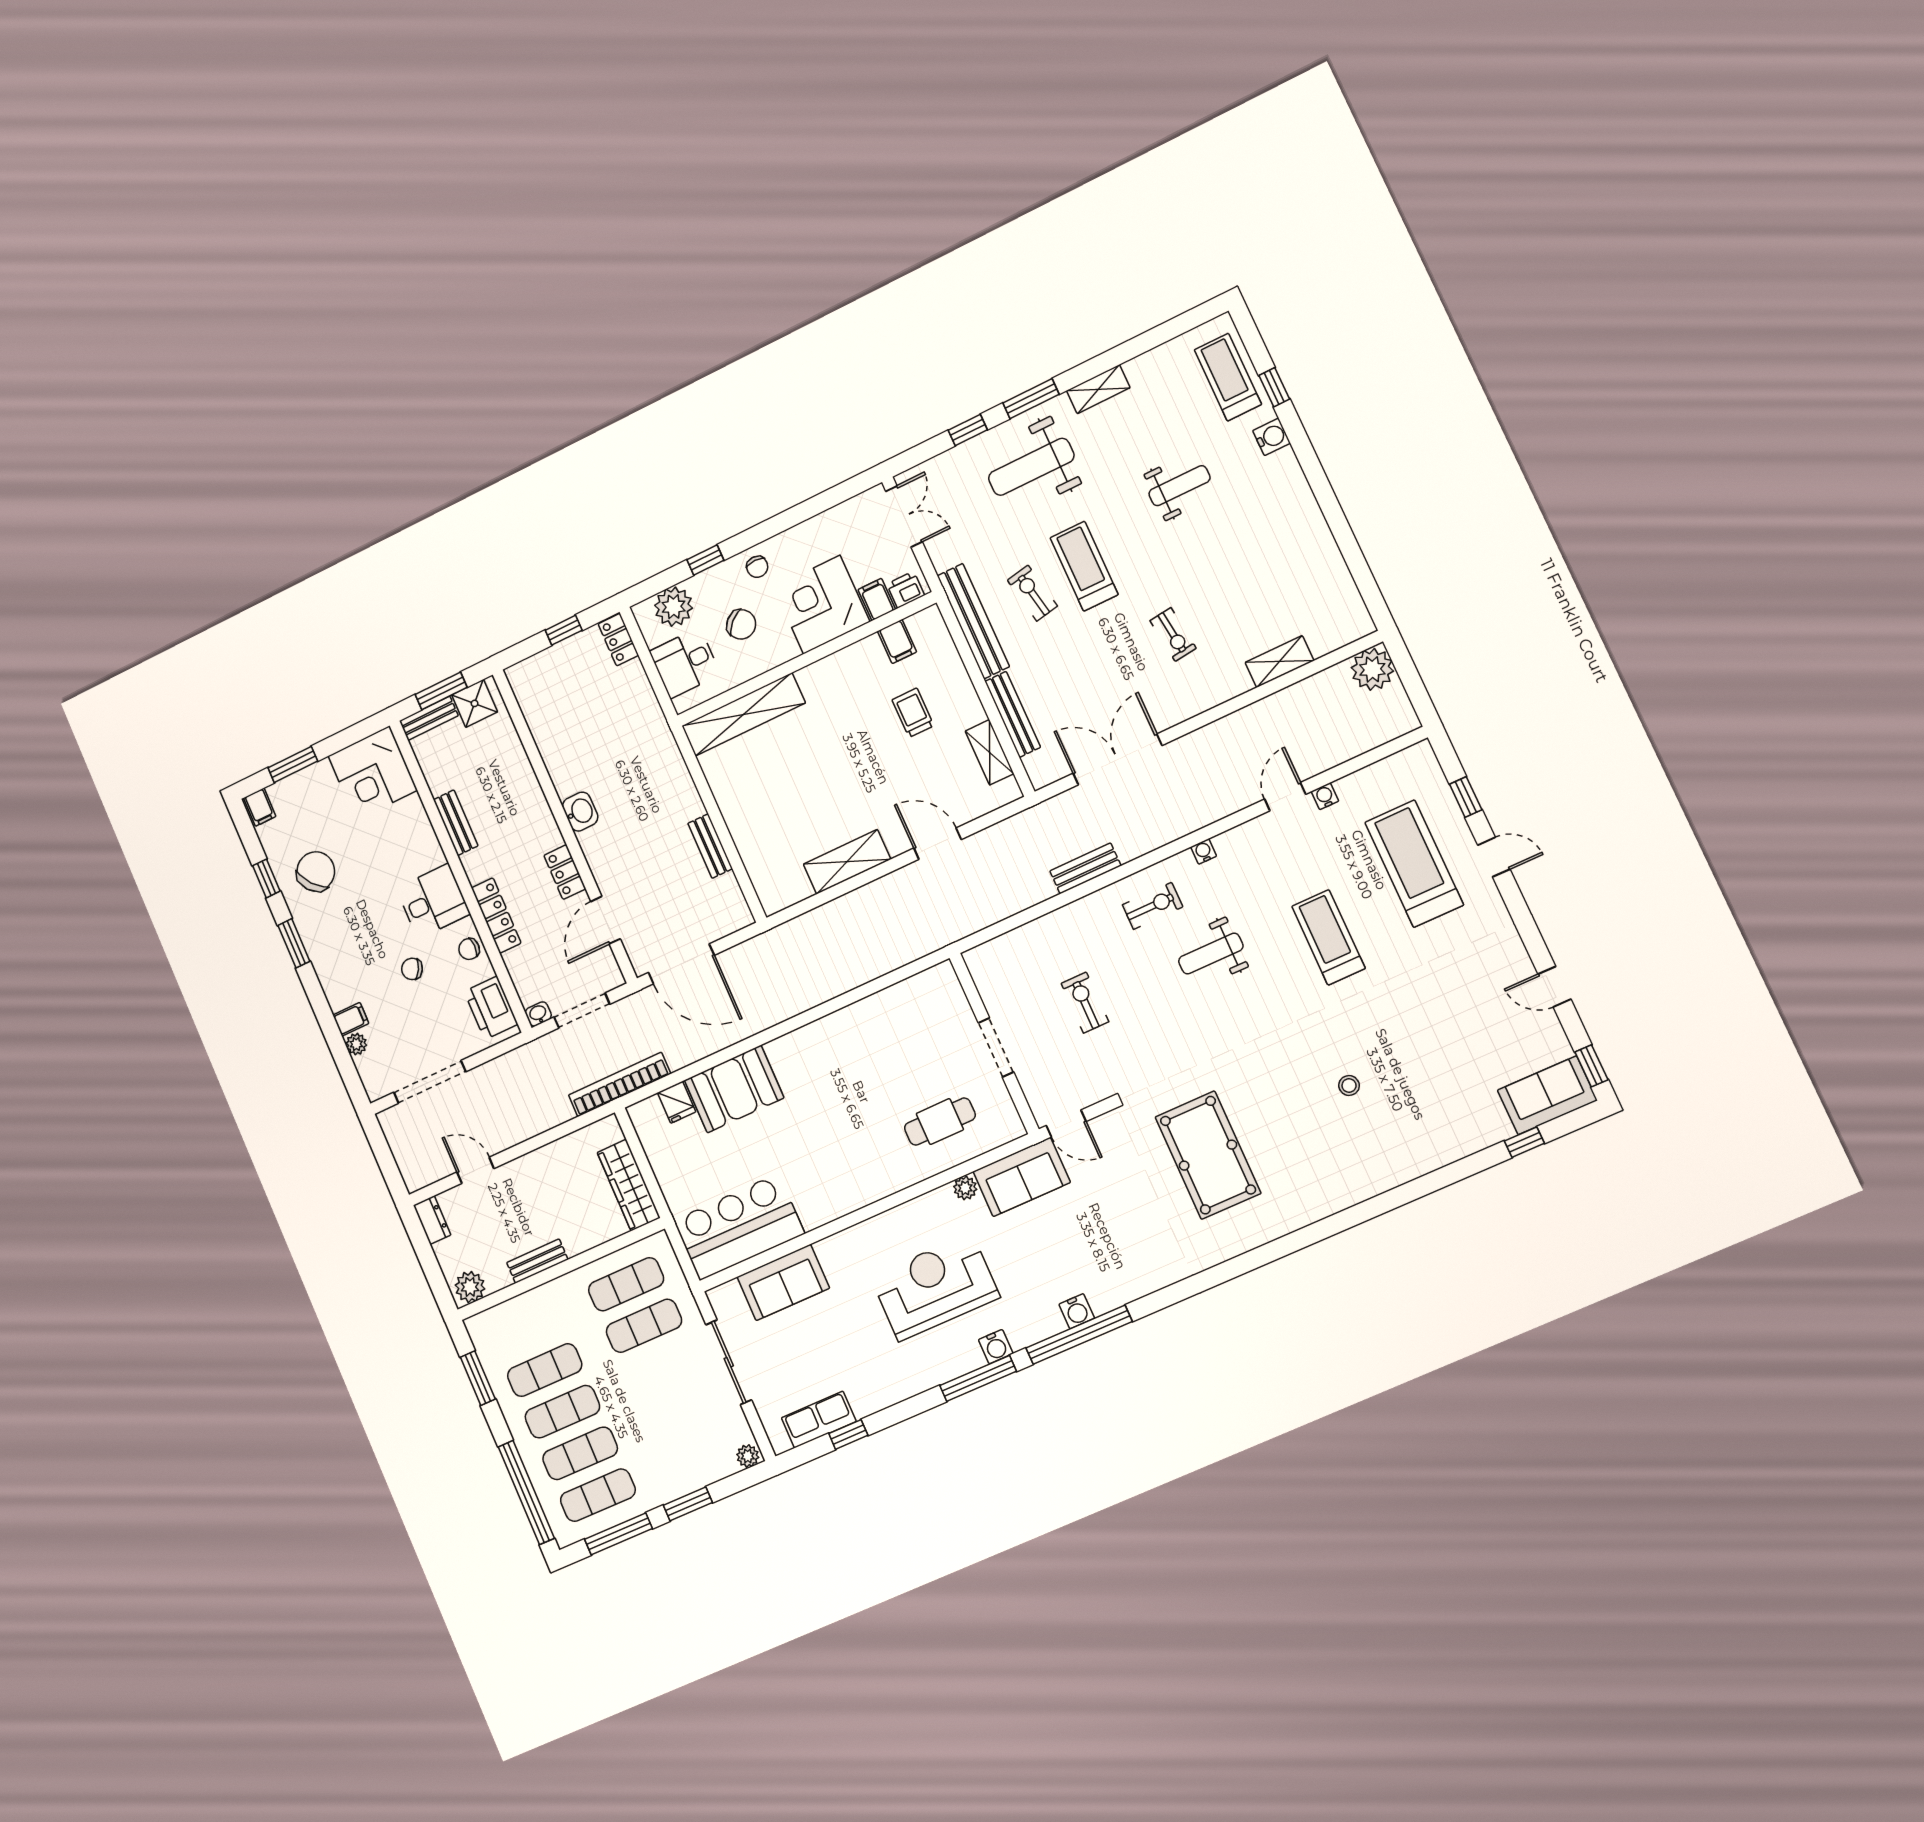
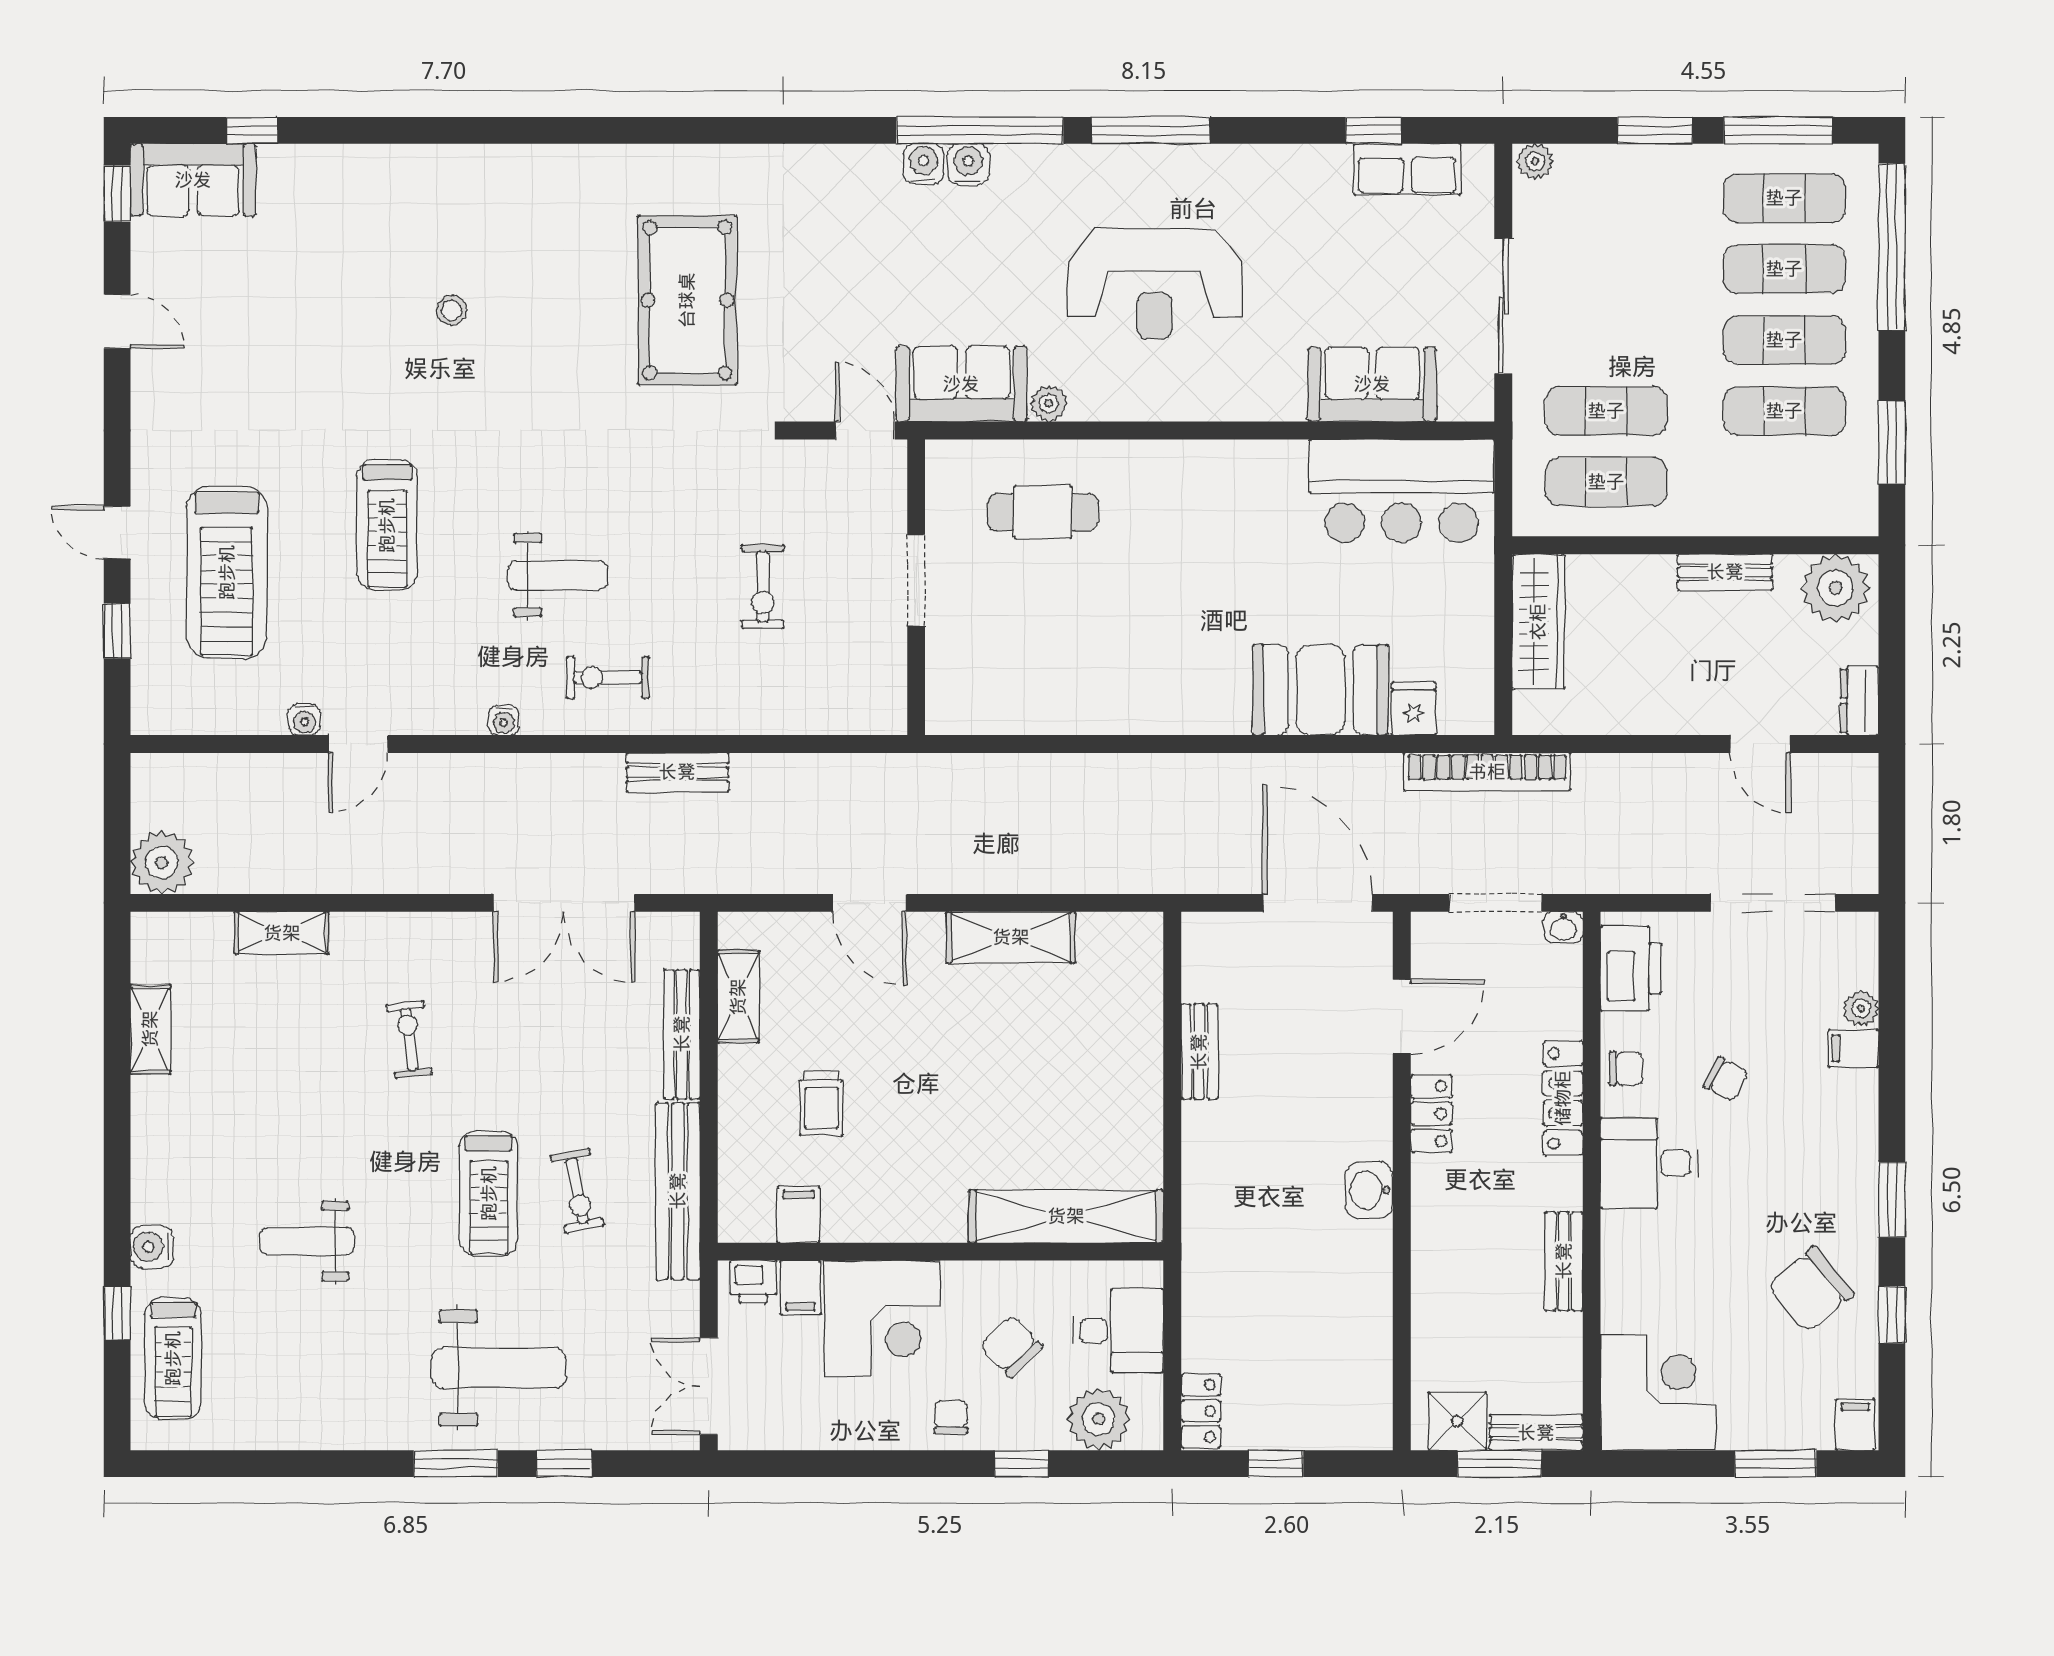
shelving: (1098, 389) -> (150, 1029), moved, turned 90
plant: (470, 1287) -> (1835, 588), width x1.36, depth x1.36
water cooler: (996, 1347) -> (924, 164), moved

